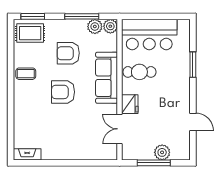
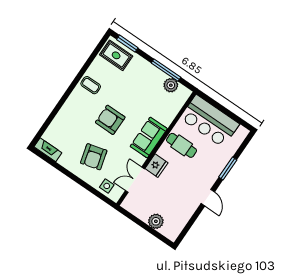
plant: (110, 26) -> (183, 93), removed
armchair: (68, 53) -> (94, 157), moved, turned -105
sofa: (107, 78) -> (149, 138), width x0.73
door: (193, 122) -> (208, 198), moved
side table: (99, 151) -> (107, 186), added
window: (154, 163) -> (144, 225), removed

